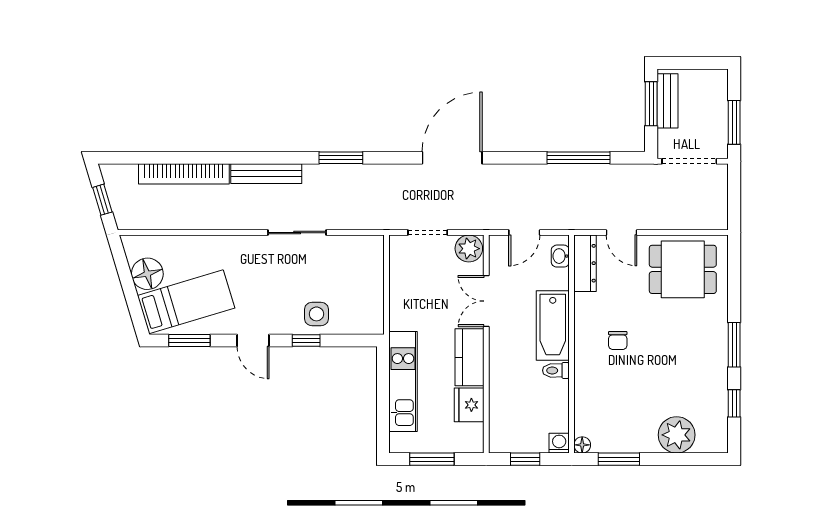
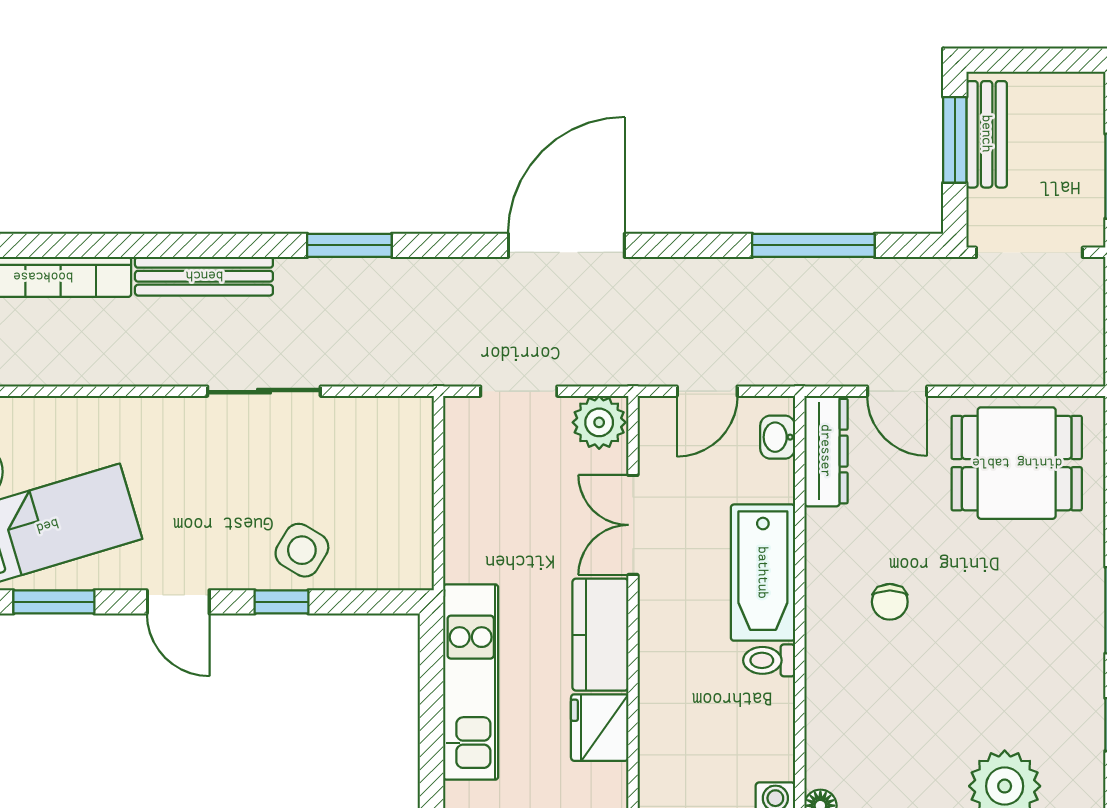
side table: (316, 314) -> (302, 550), turned 31

